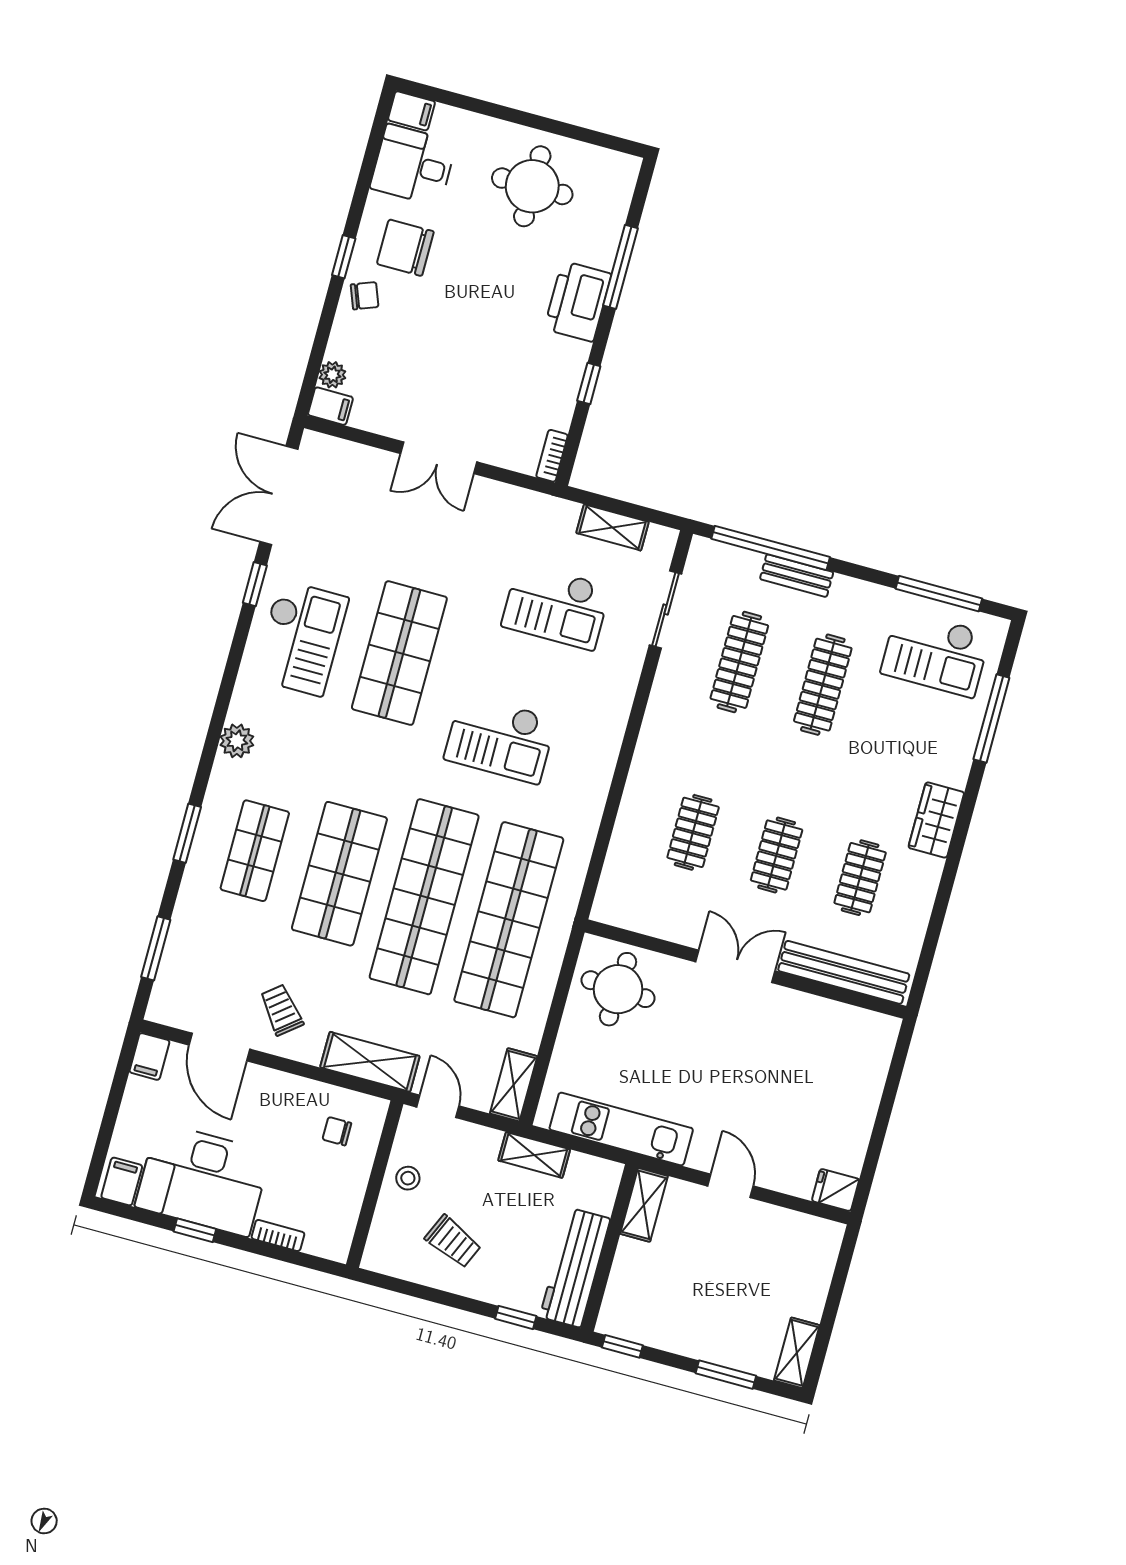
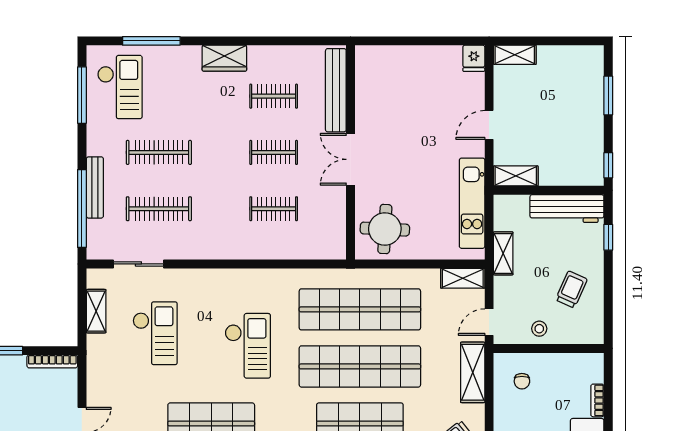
bookcase: (552, 456) -> (52, 361), width x1.56
bench: (797, 576) -> (95, 187), width x1.36
shelving: (797, 1353) -> (515, 55), moved

